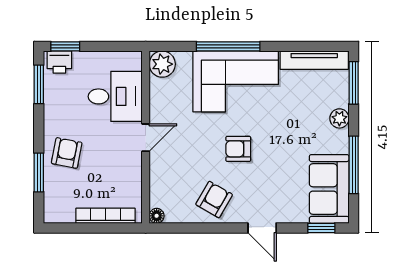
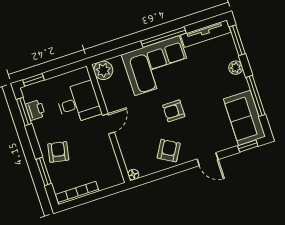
window: (228, 46) -> (164, 37), moved
printer: (59, 62) -> (35, 110), moved, turned -90
bookcase: (106, 216) -> (77, 193), moved

